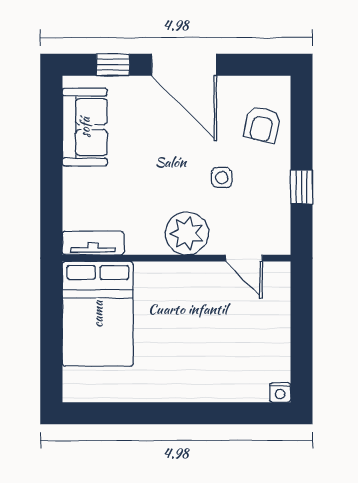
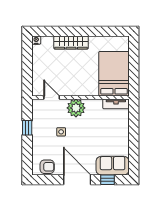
armchair: (262, 125) -> (47, 167), moved, turned 77
sofa: (85, 127) -> (113, 166), moved, turned 90
wardrobe: (198, 387) -> (71, 43), added

